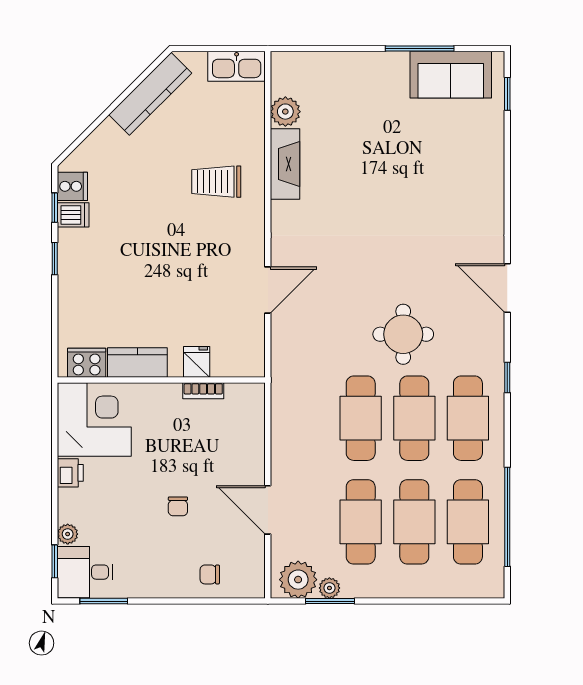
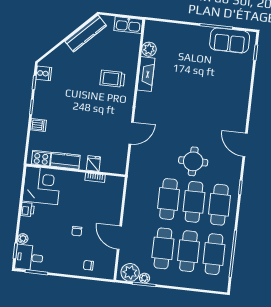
dishwasher: (73, 215) -> (38, 125), moved

